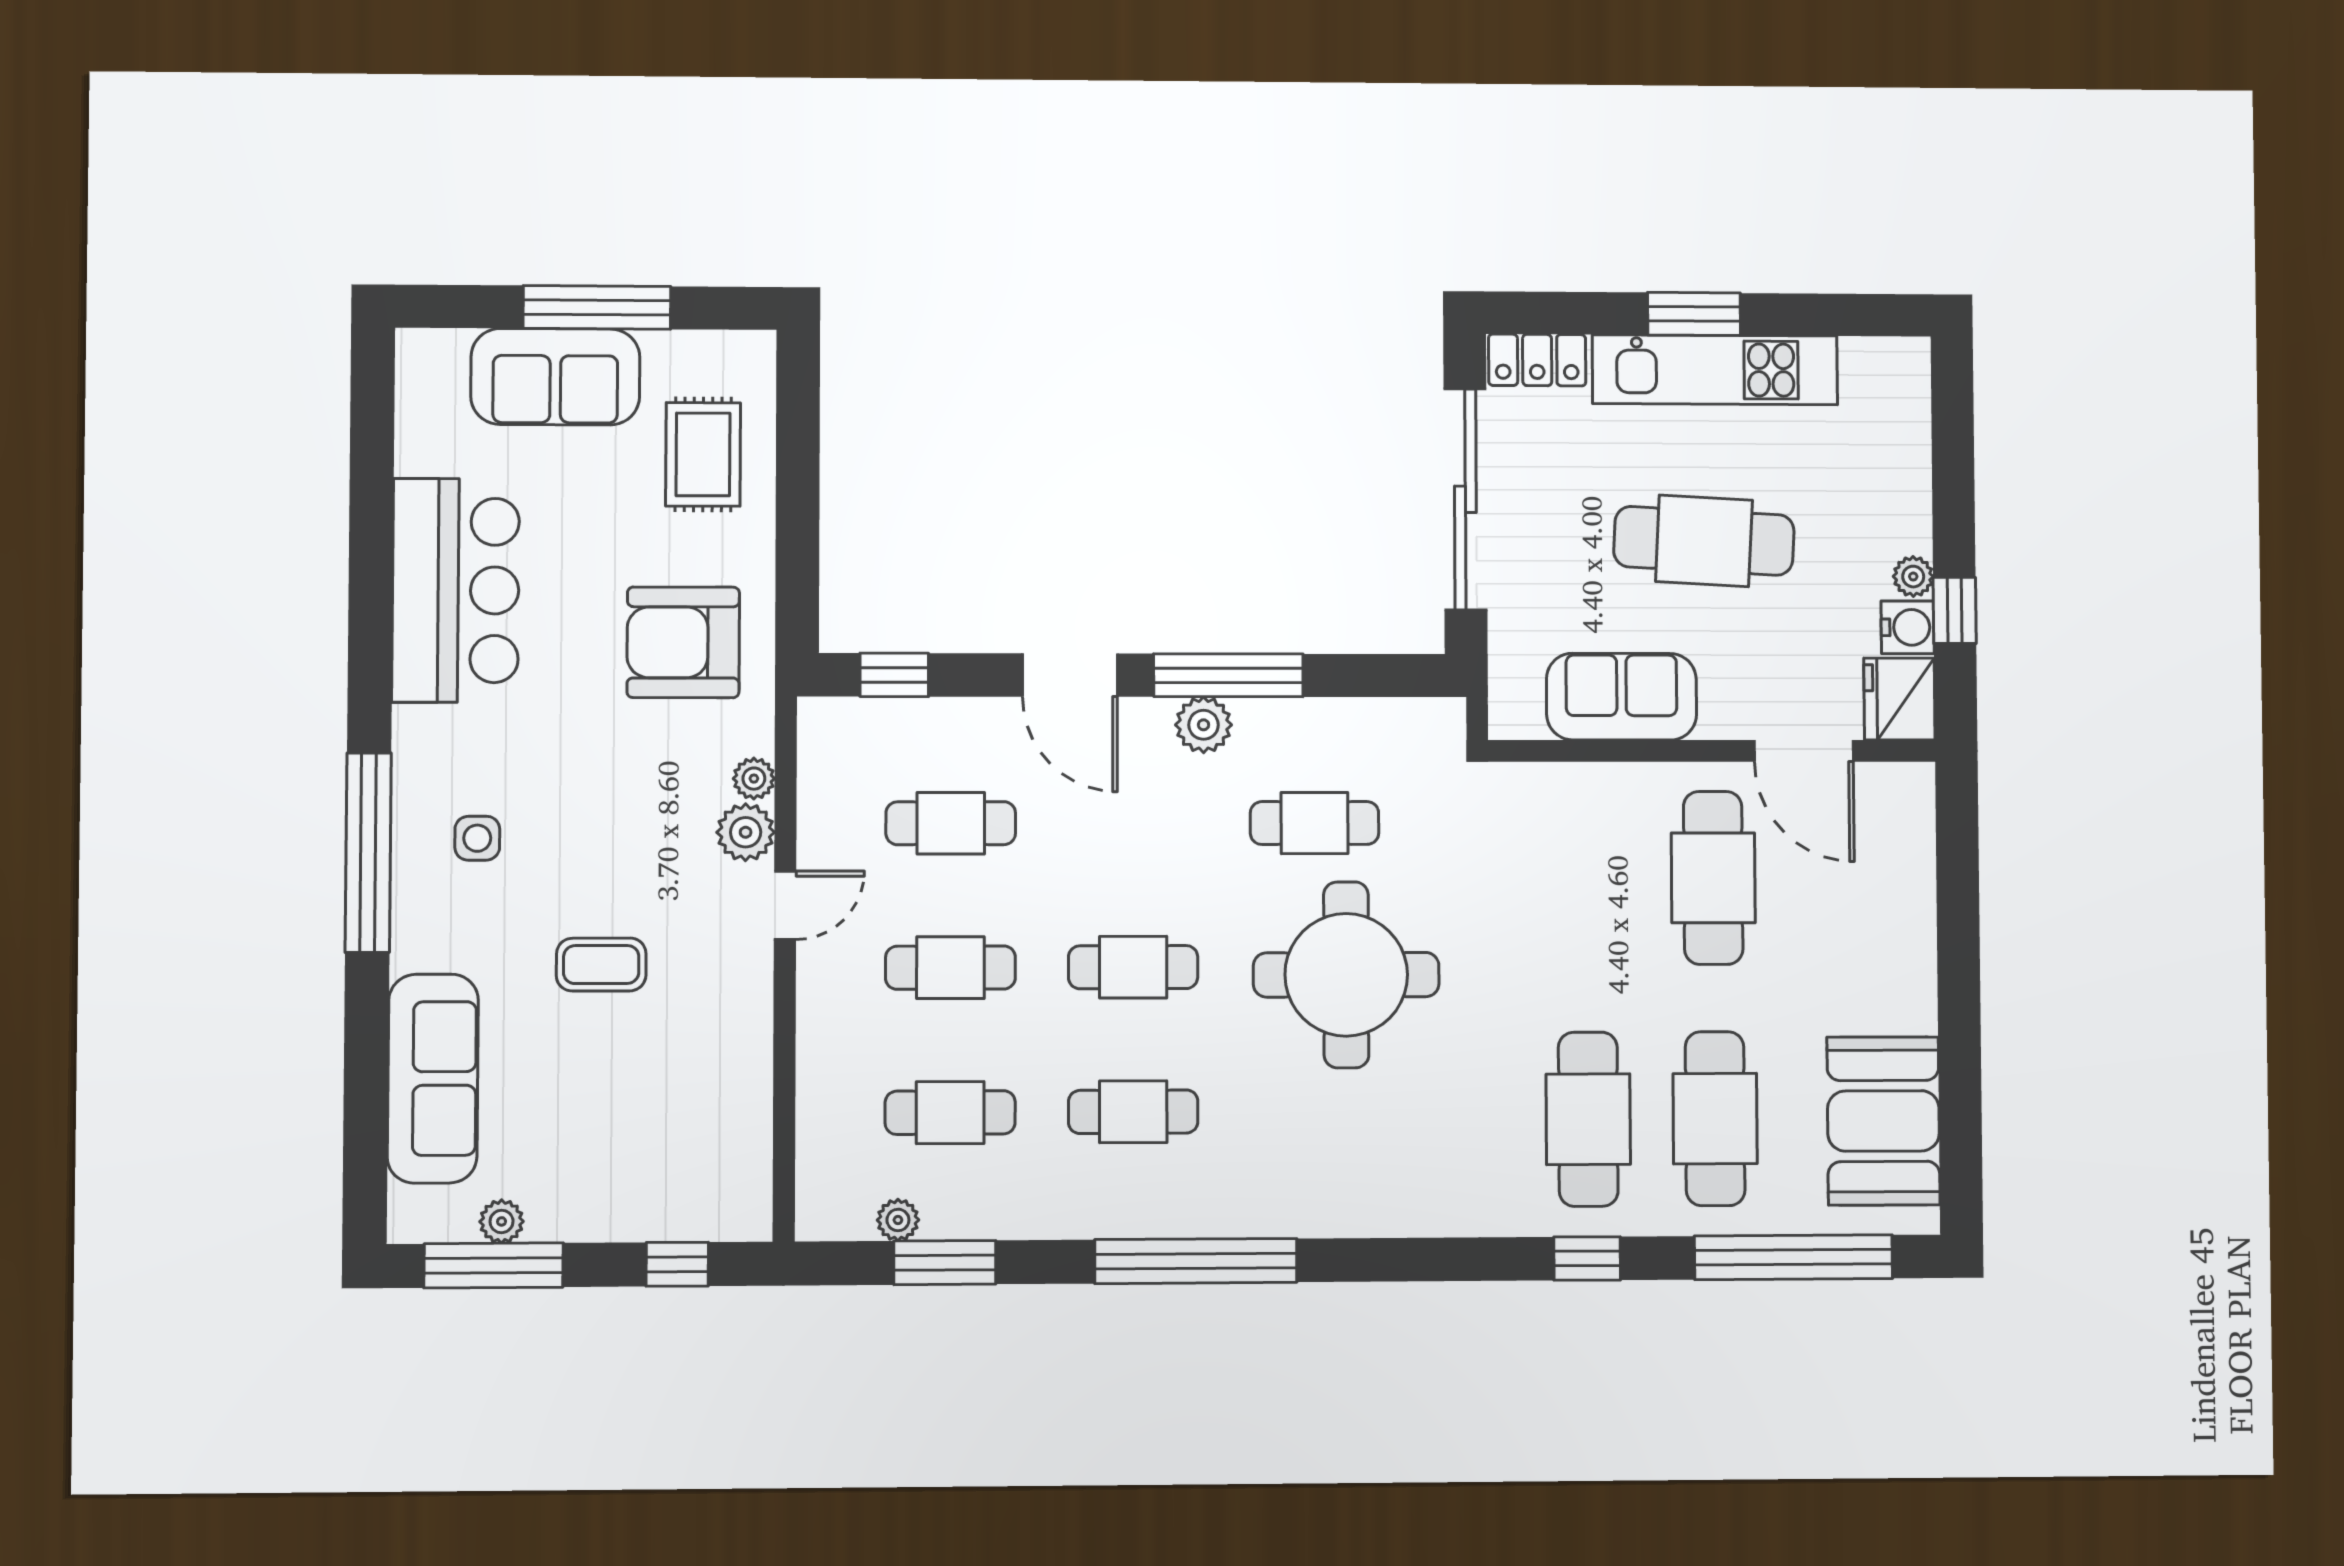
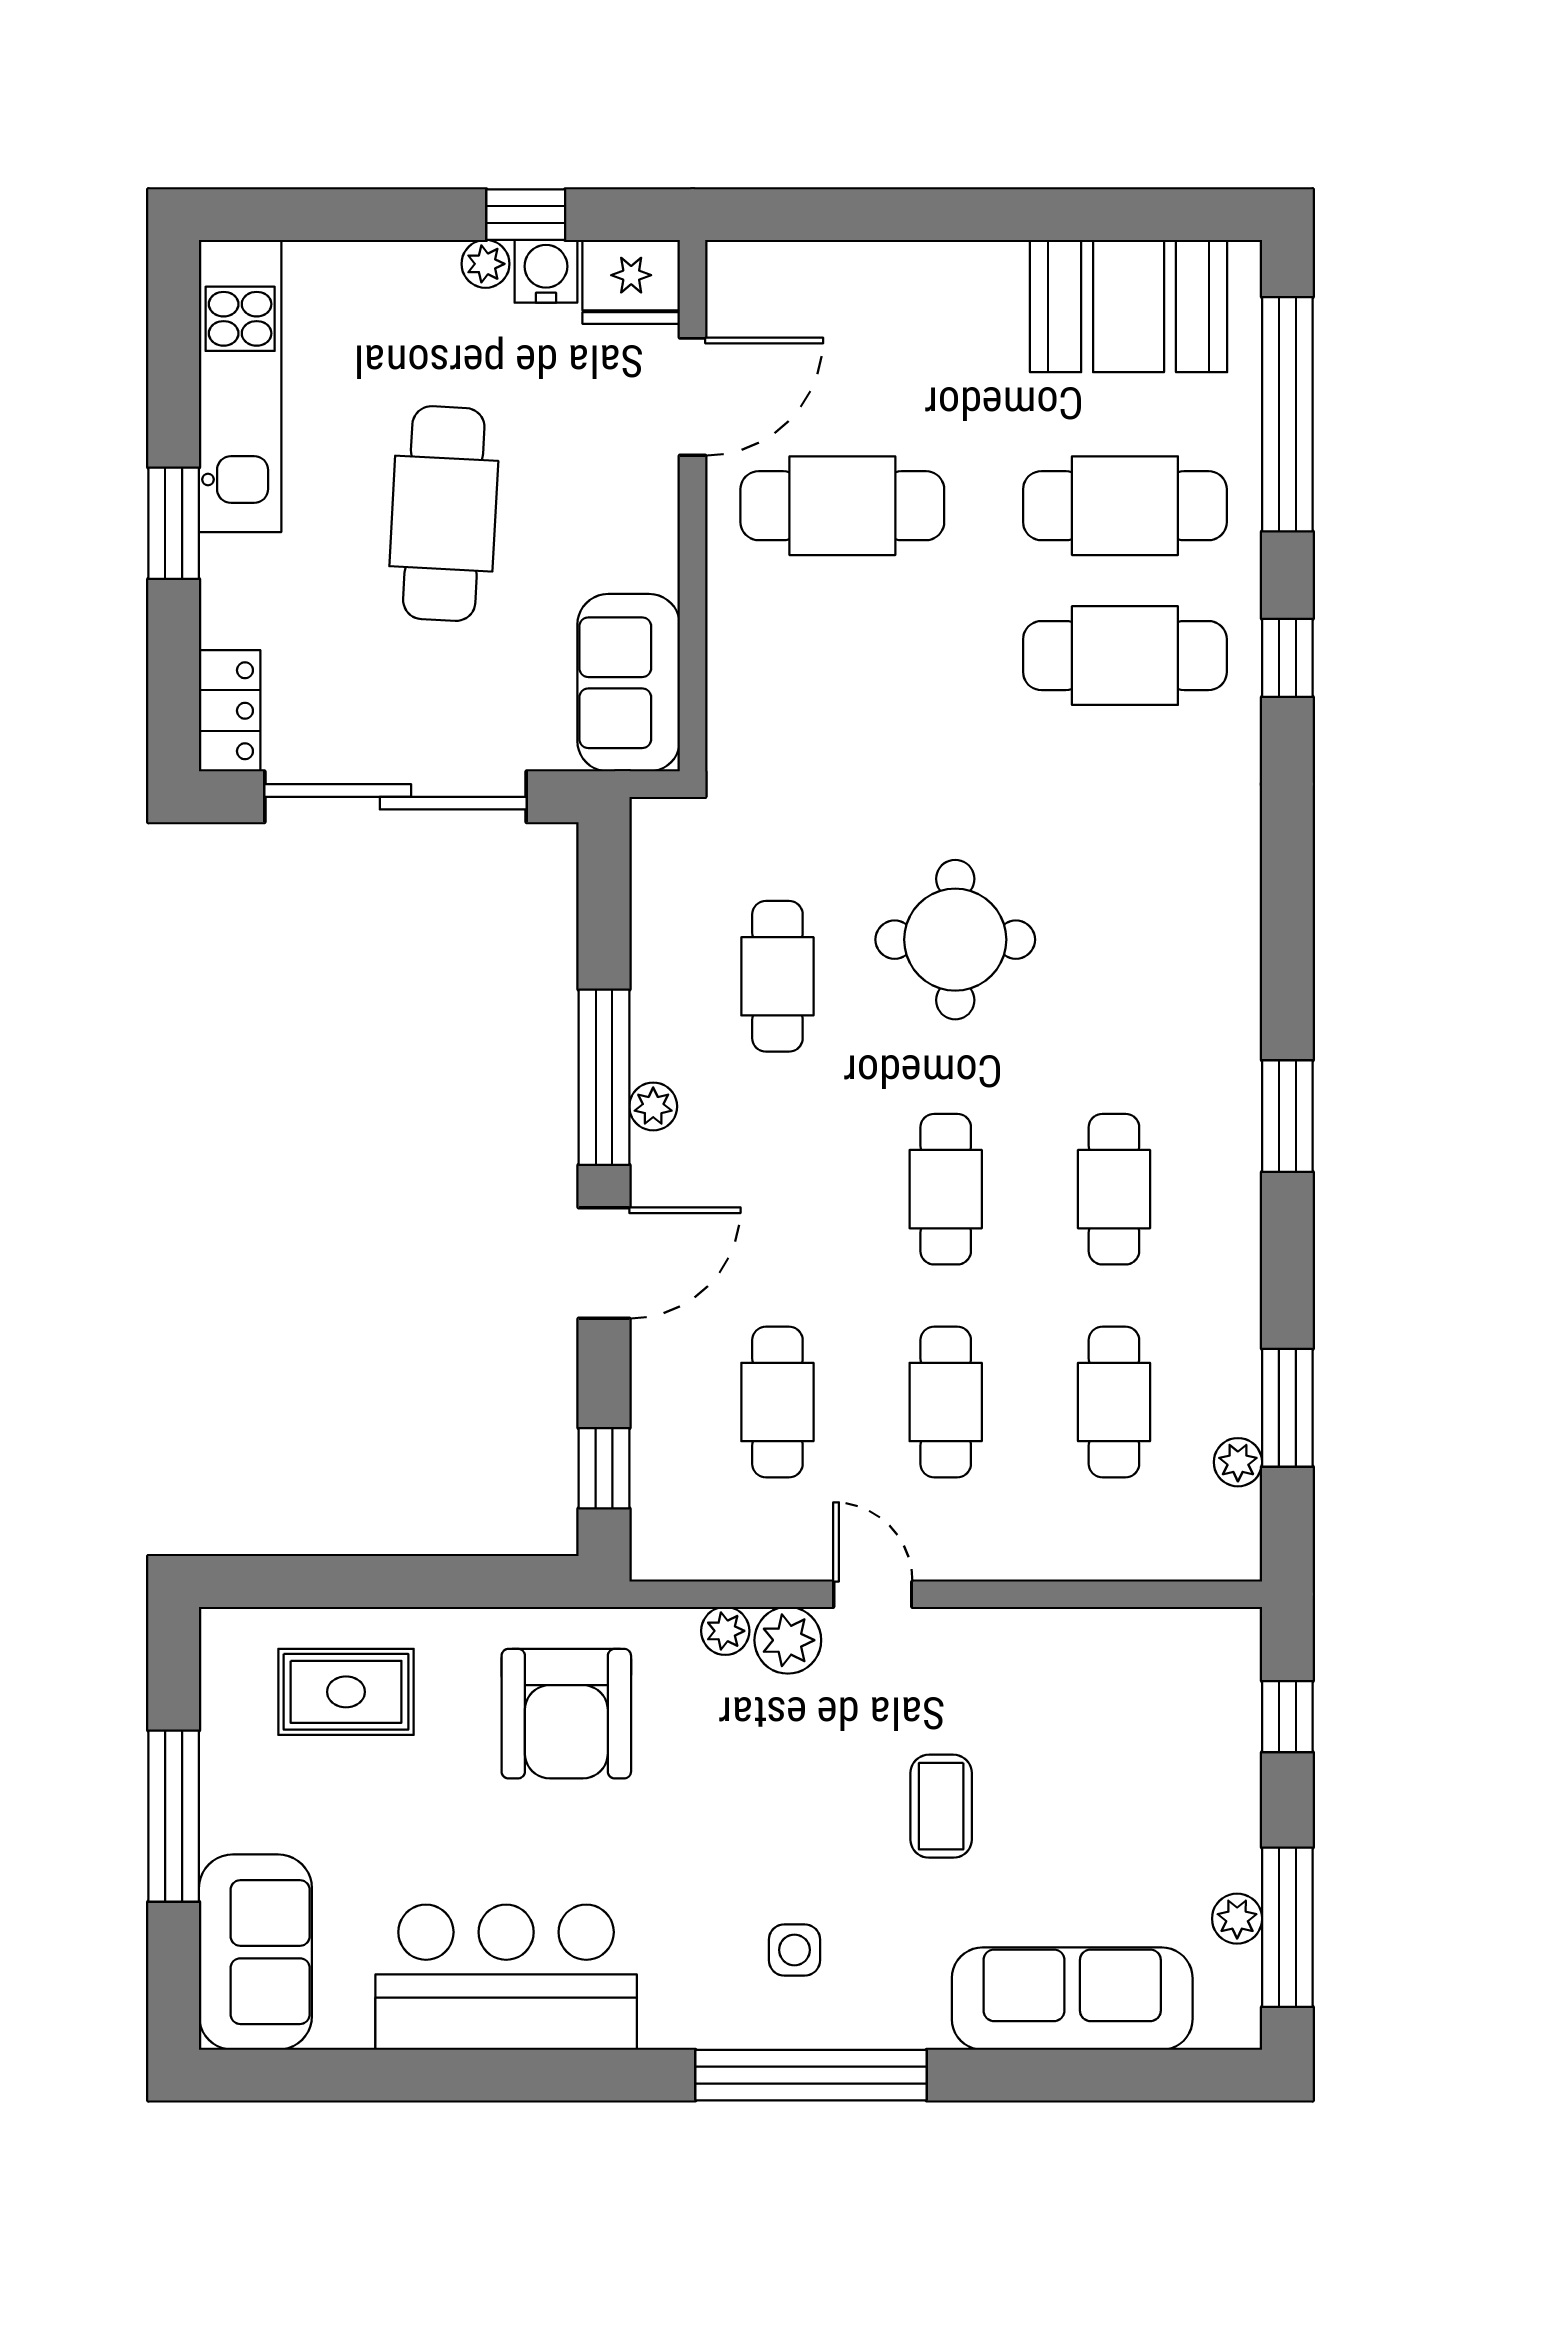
kitchen unit: (1715, 370) -> (240, 386), moved
sofa: (555, 377) -> (255, 1952), moved
sofa: (1621, 697) -> (629, 683), moved
plant: (1204, 725) -> (653, 1106), width x0.73, depth x0.73
round table: (1346, 975) -> (955, 940), width x0.73, depth x0.73
window: (1196, 1261) -> (1287, 1116), width x0.47

